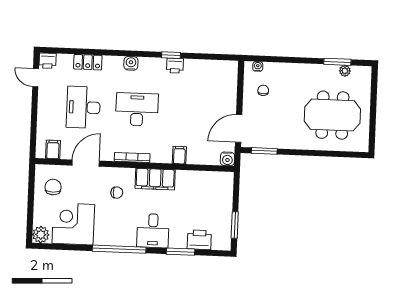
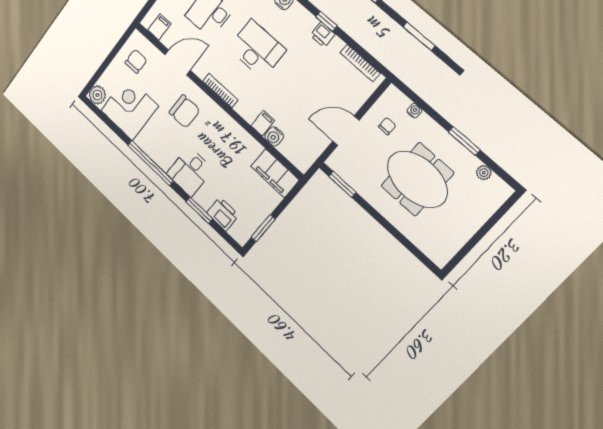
window: (337, 62) -> (464, 141), moved
bookcase: (214, 64) -> (360, 63), added
water cooler: (258, 66) -> (414, 111), moved
meeting table: (332, 115) -> (417, 179), moved
door: (239, 129) -> (346, 131), moved
water cooler: (227, 159) -> (274, 136), moved
filing cabinet: (155, 179) -> (275, 173), moved
chair: (117, 193) -> (184, 111), width x1.87, depth x1.87

